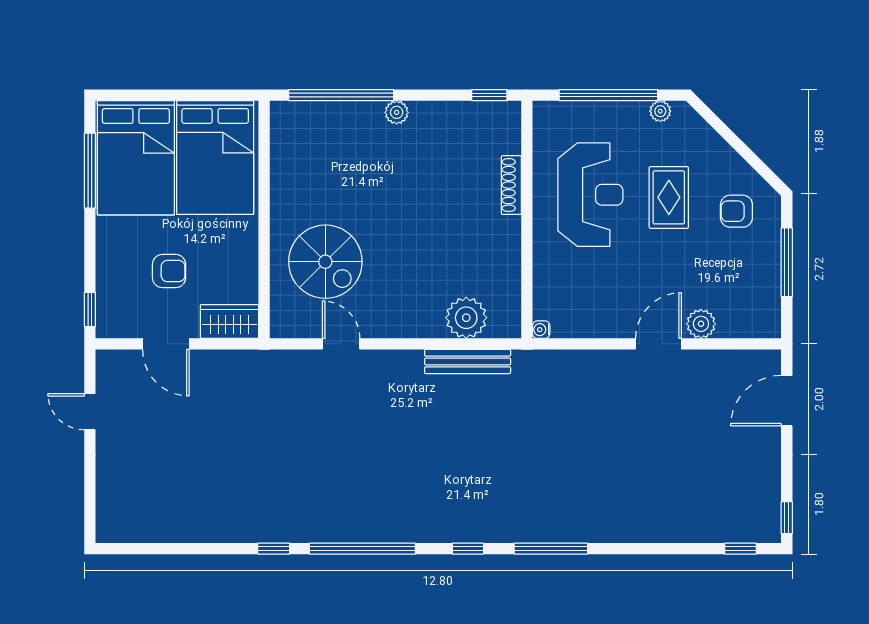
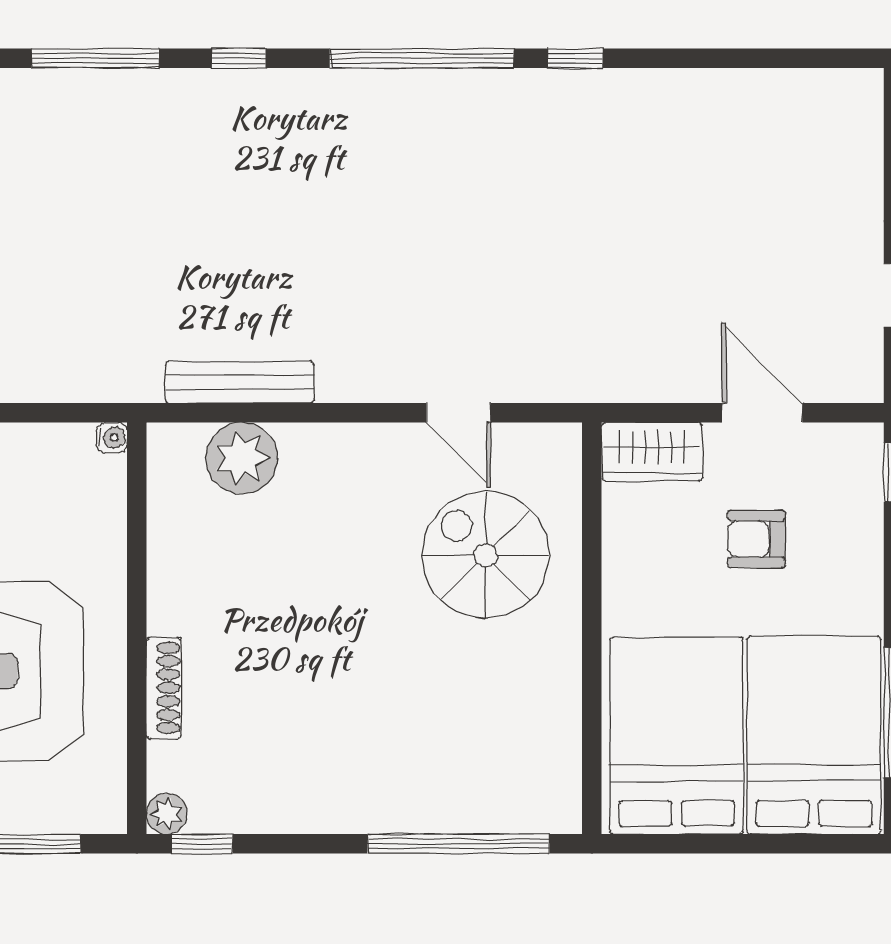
plant: (397, 112) -> (167, 814), moved

